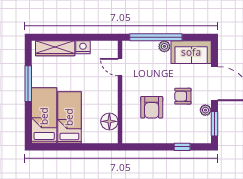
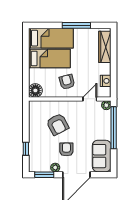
plant: (164, 46) -> (106, 105), moved
nightstand: (83, 47) -> (106, 81), moved
armchair: (99, 95) -> (67, 82), added
armchair: (152, 107) -> (58, 124), turned -118
floor lamp: (109, 121) -> (35, 90), moved

